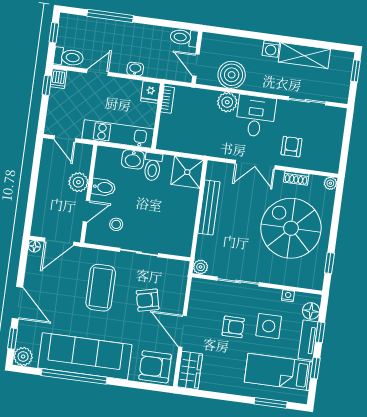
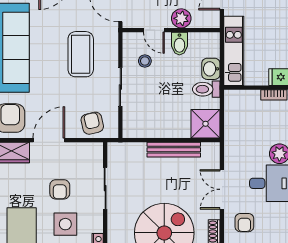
armchair: (291, 147) -> (244, 223), turned 90
plant: (201, 267) -> (114, 149), removed
coffee table: (101, 288) -> (81, 54), turned 90
armchair: (148, 300) -> (92, 123), moved

